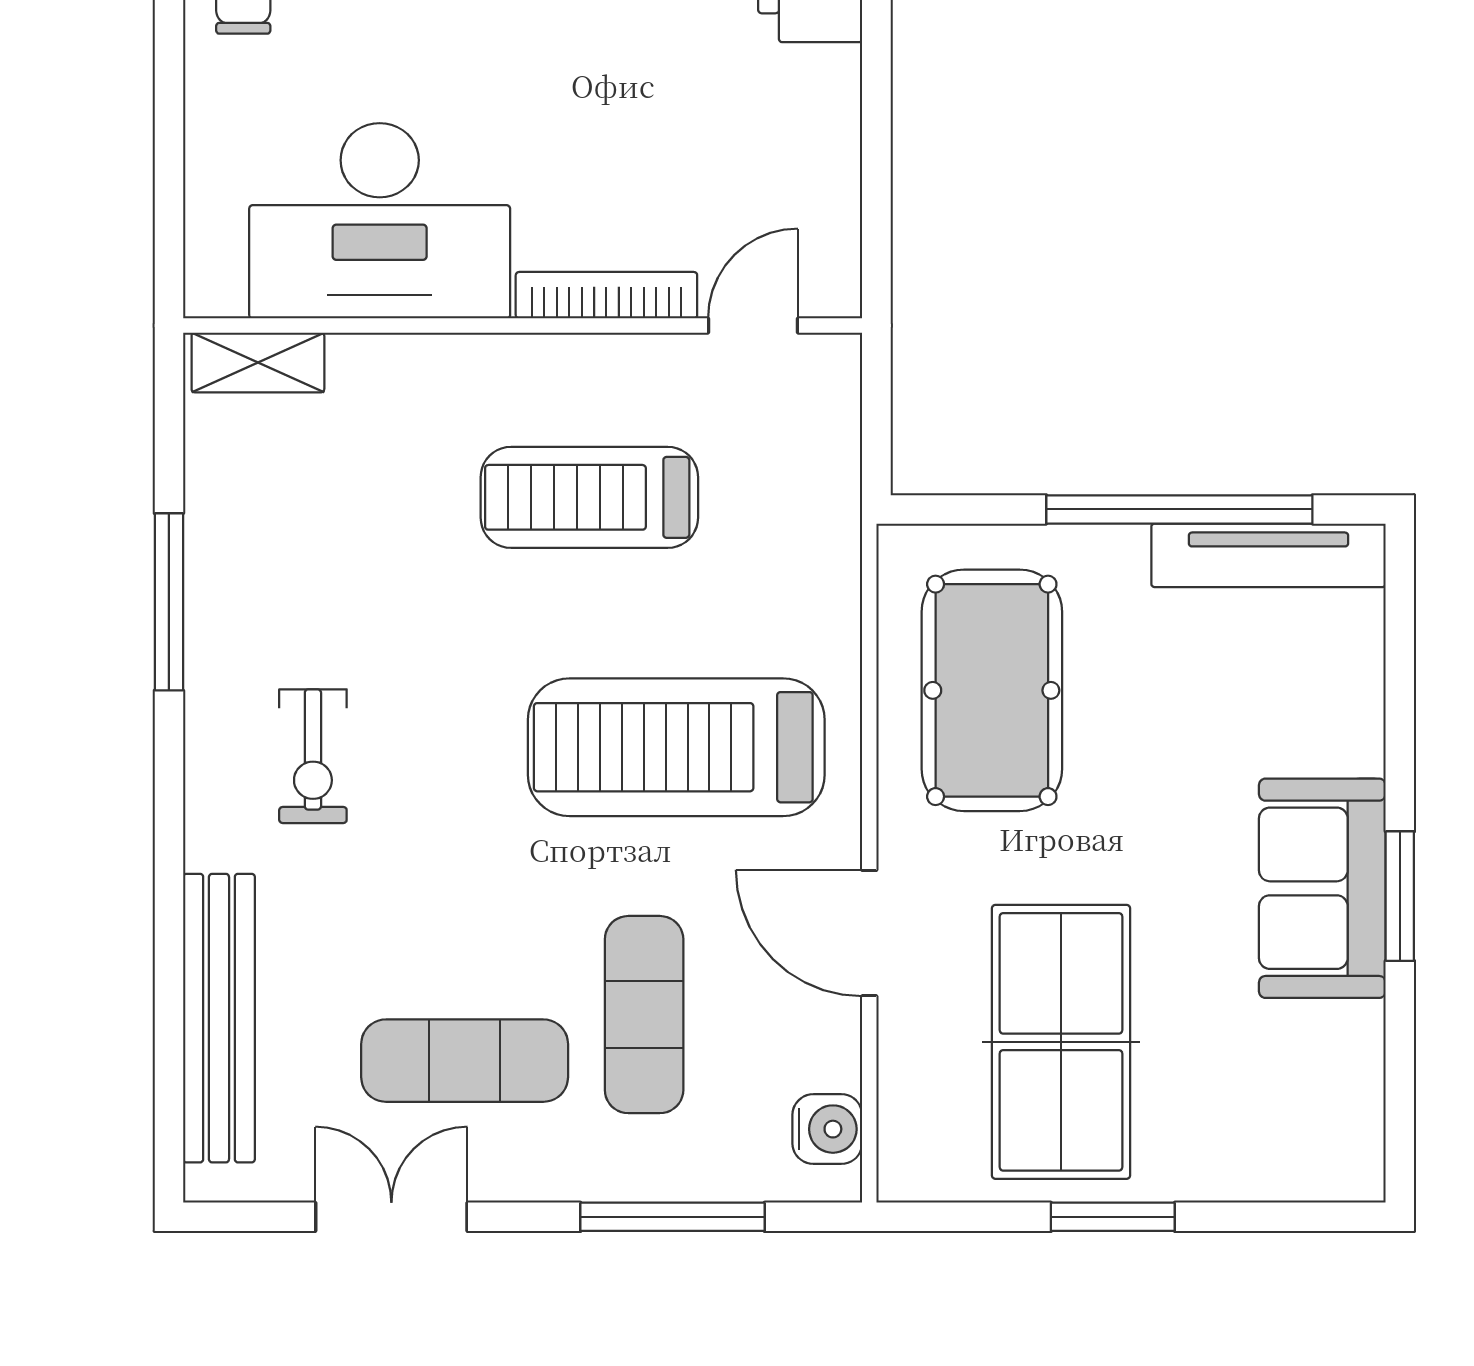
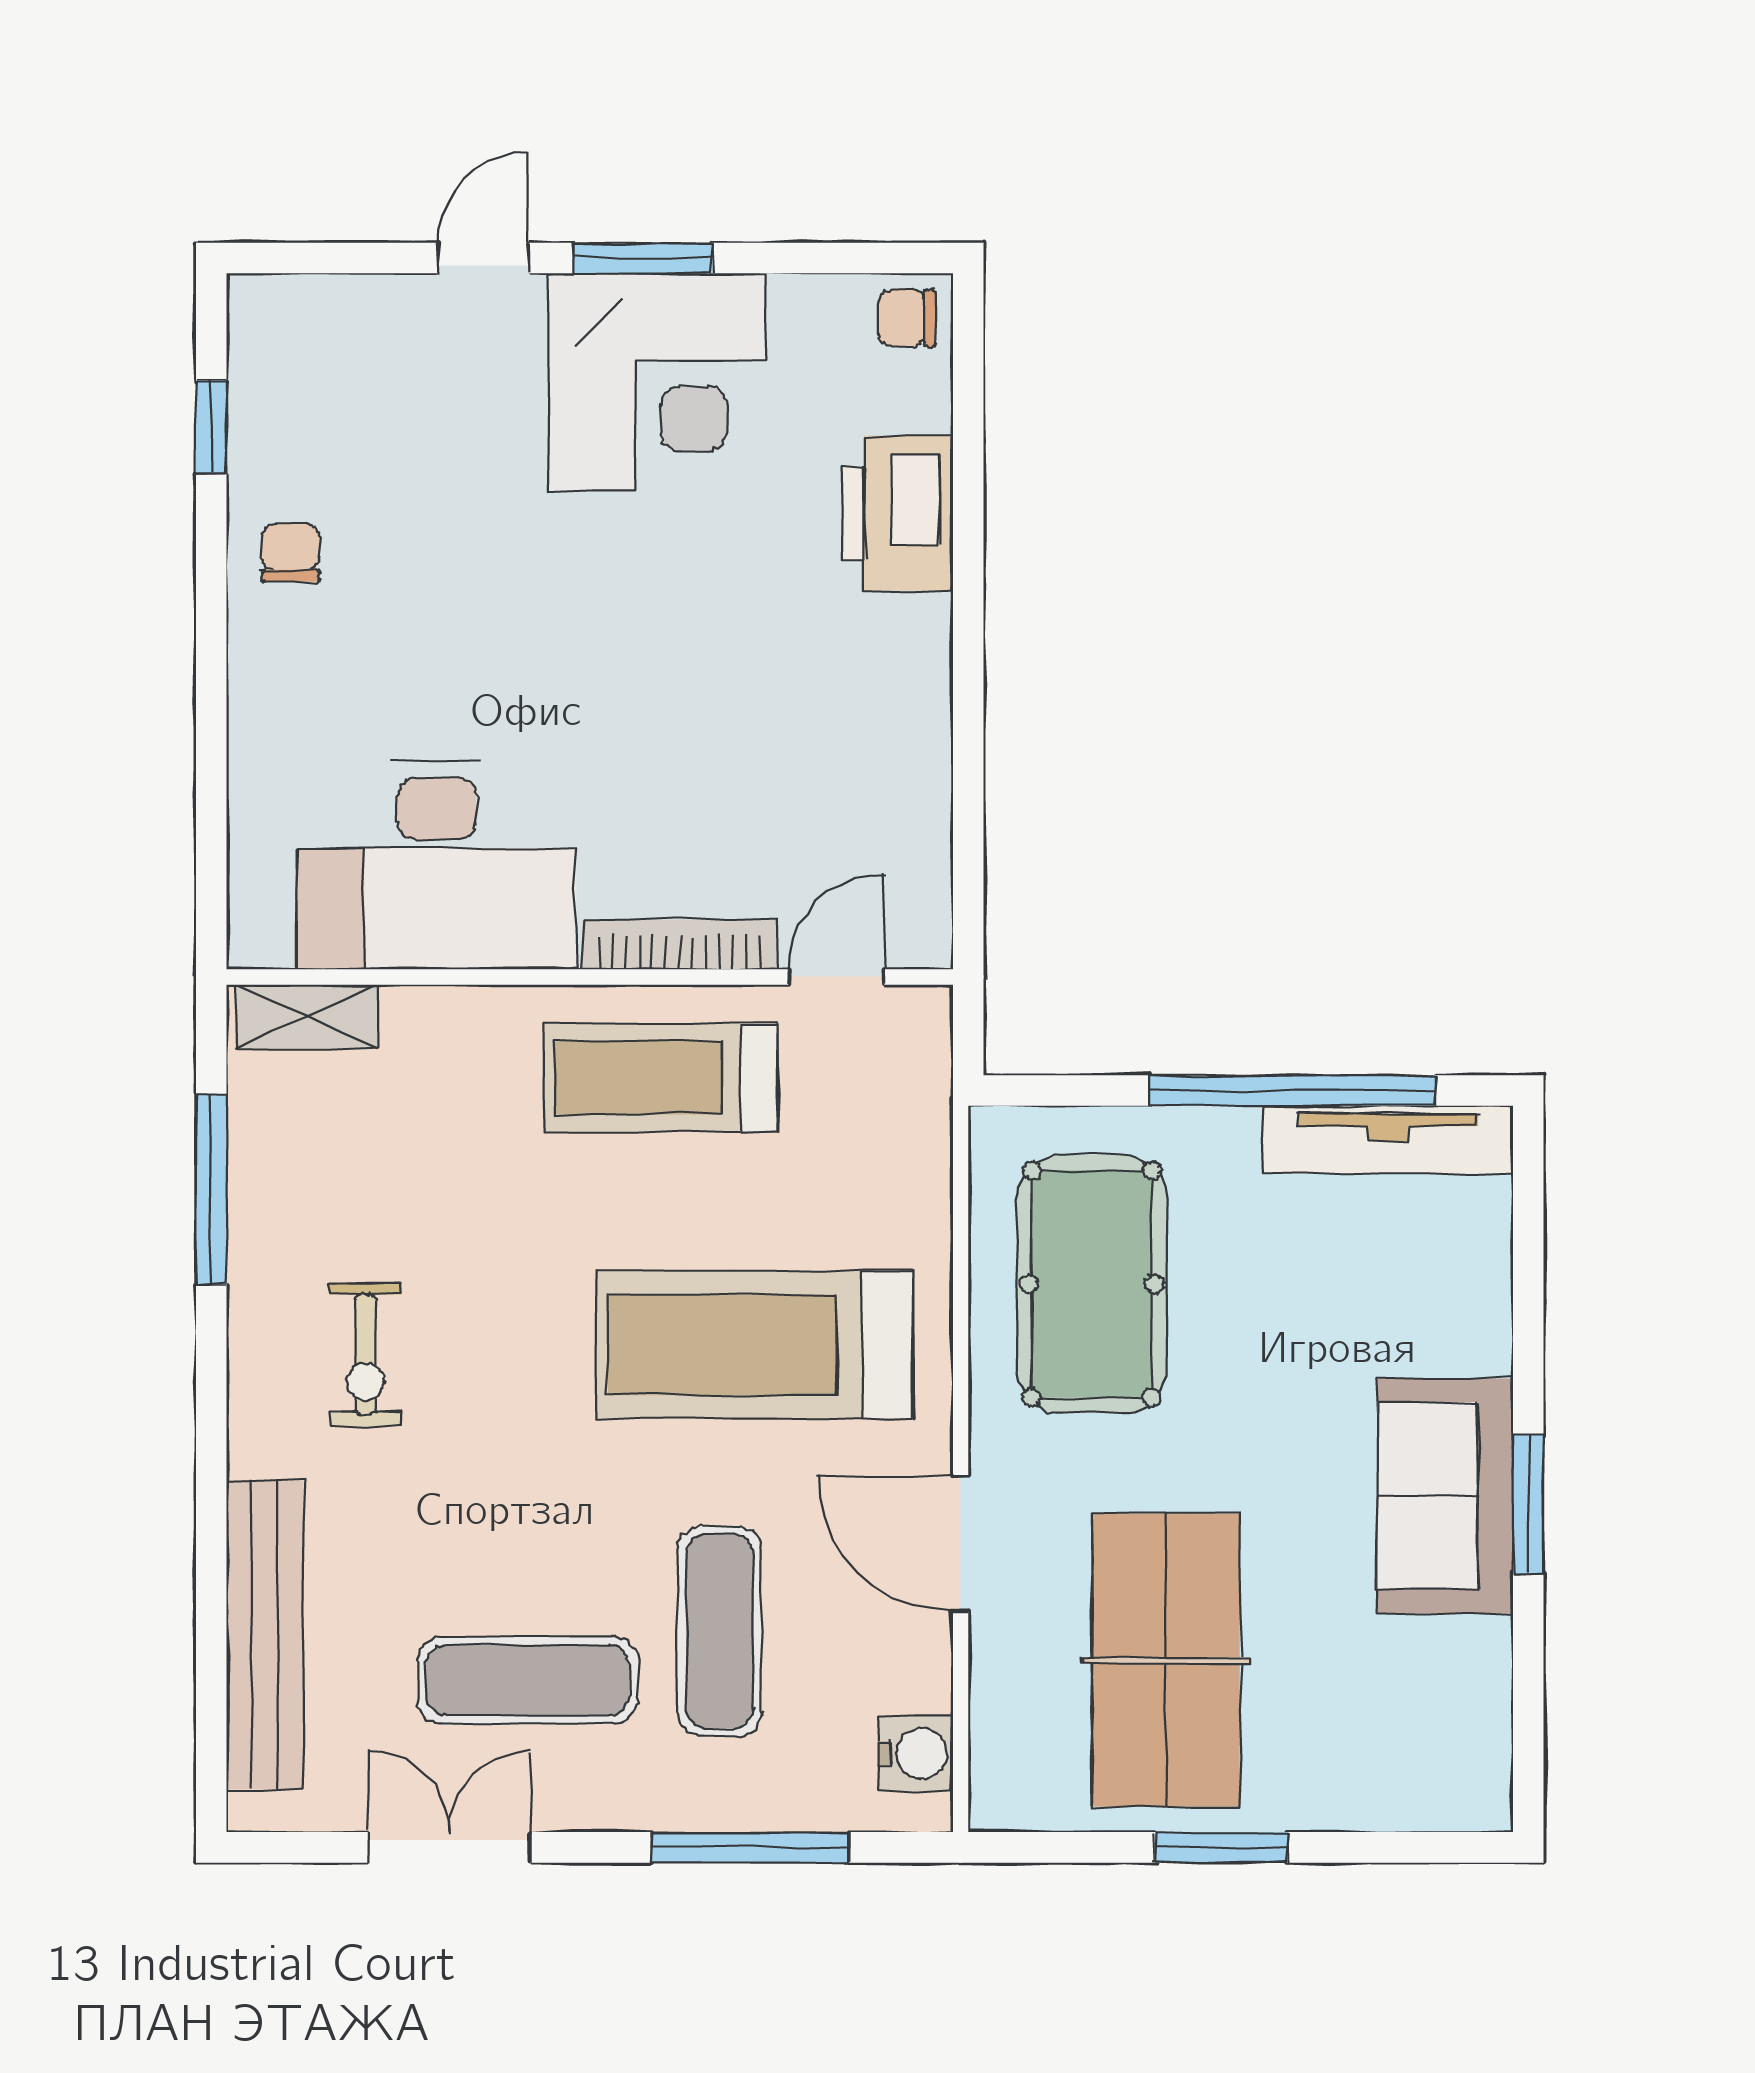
desk: (380, 221) -> (437, 865), moved
bookcase: (606, 295) -> (679, 945), moved
wall: (523, 325) -> (590, 977), moved
door: (753, 325) -> (836, 977), moved
shelving: (258, 362) -> (307, 1017), moved

